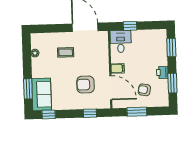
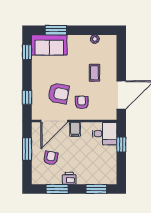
armchair: (93, 63) -> (82, 102), added
armchair: (85, 85) -> (59, 93), turned 100

